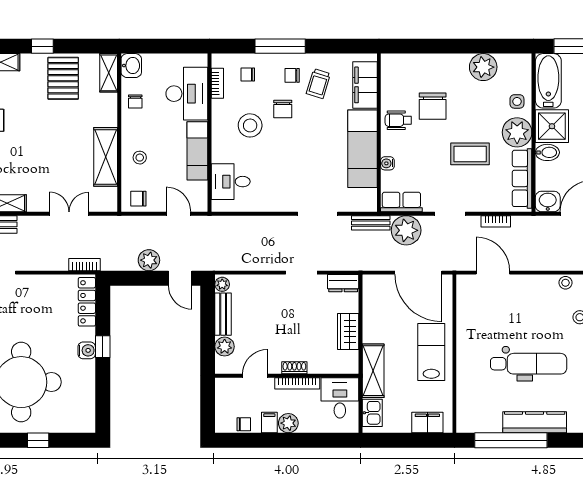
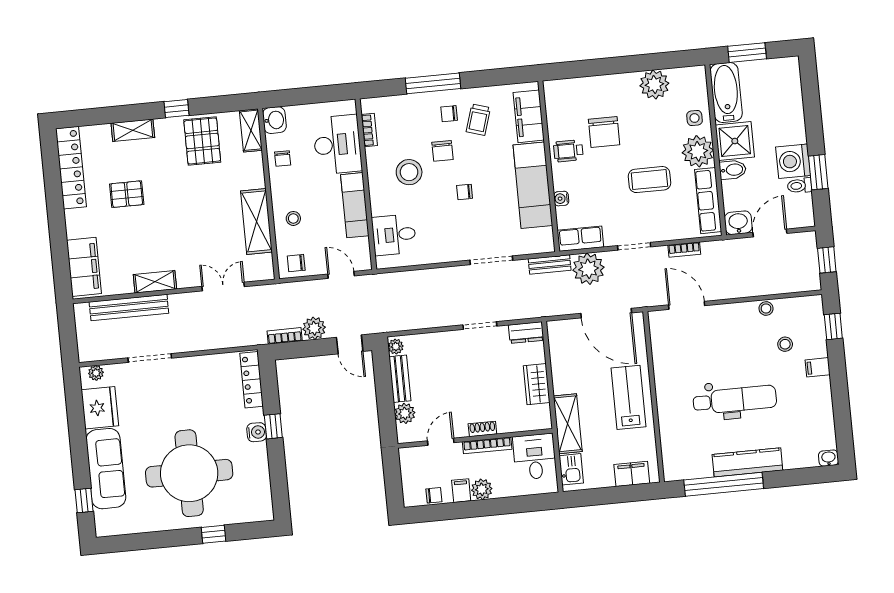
chair: (248, 75) -> (465, 192), moved
bookcase: (85, 265) -> (285, 336), moved

